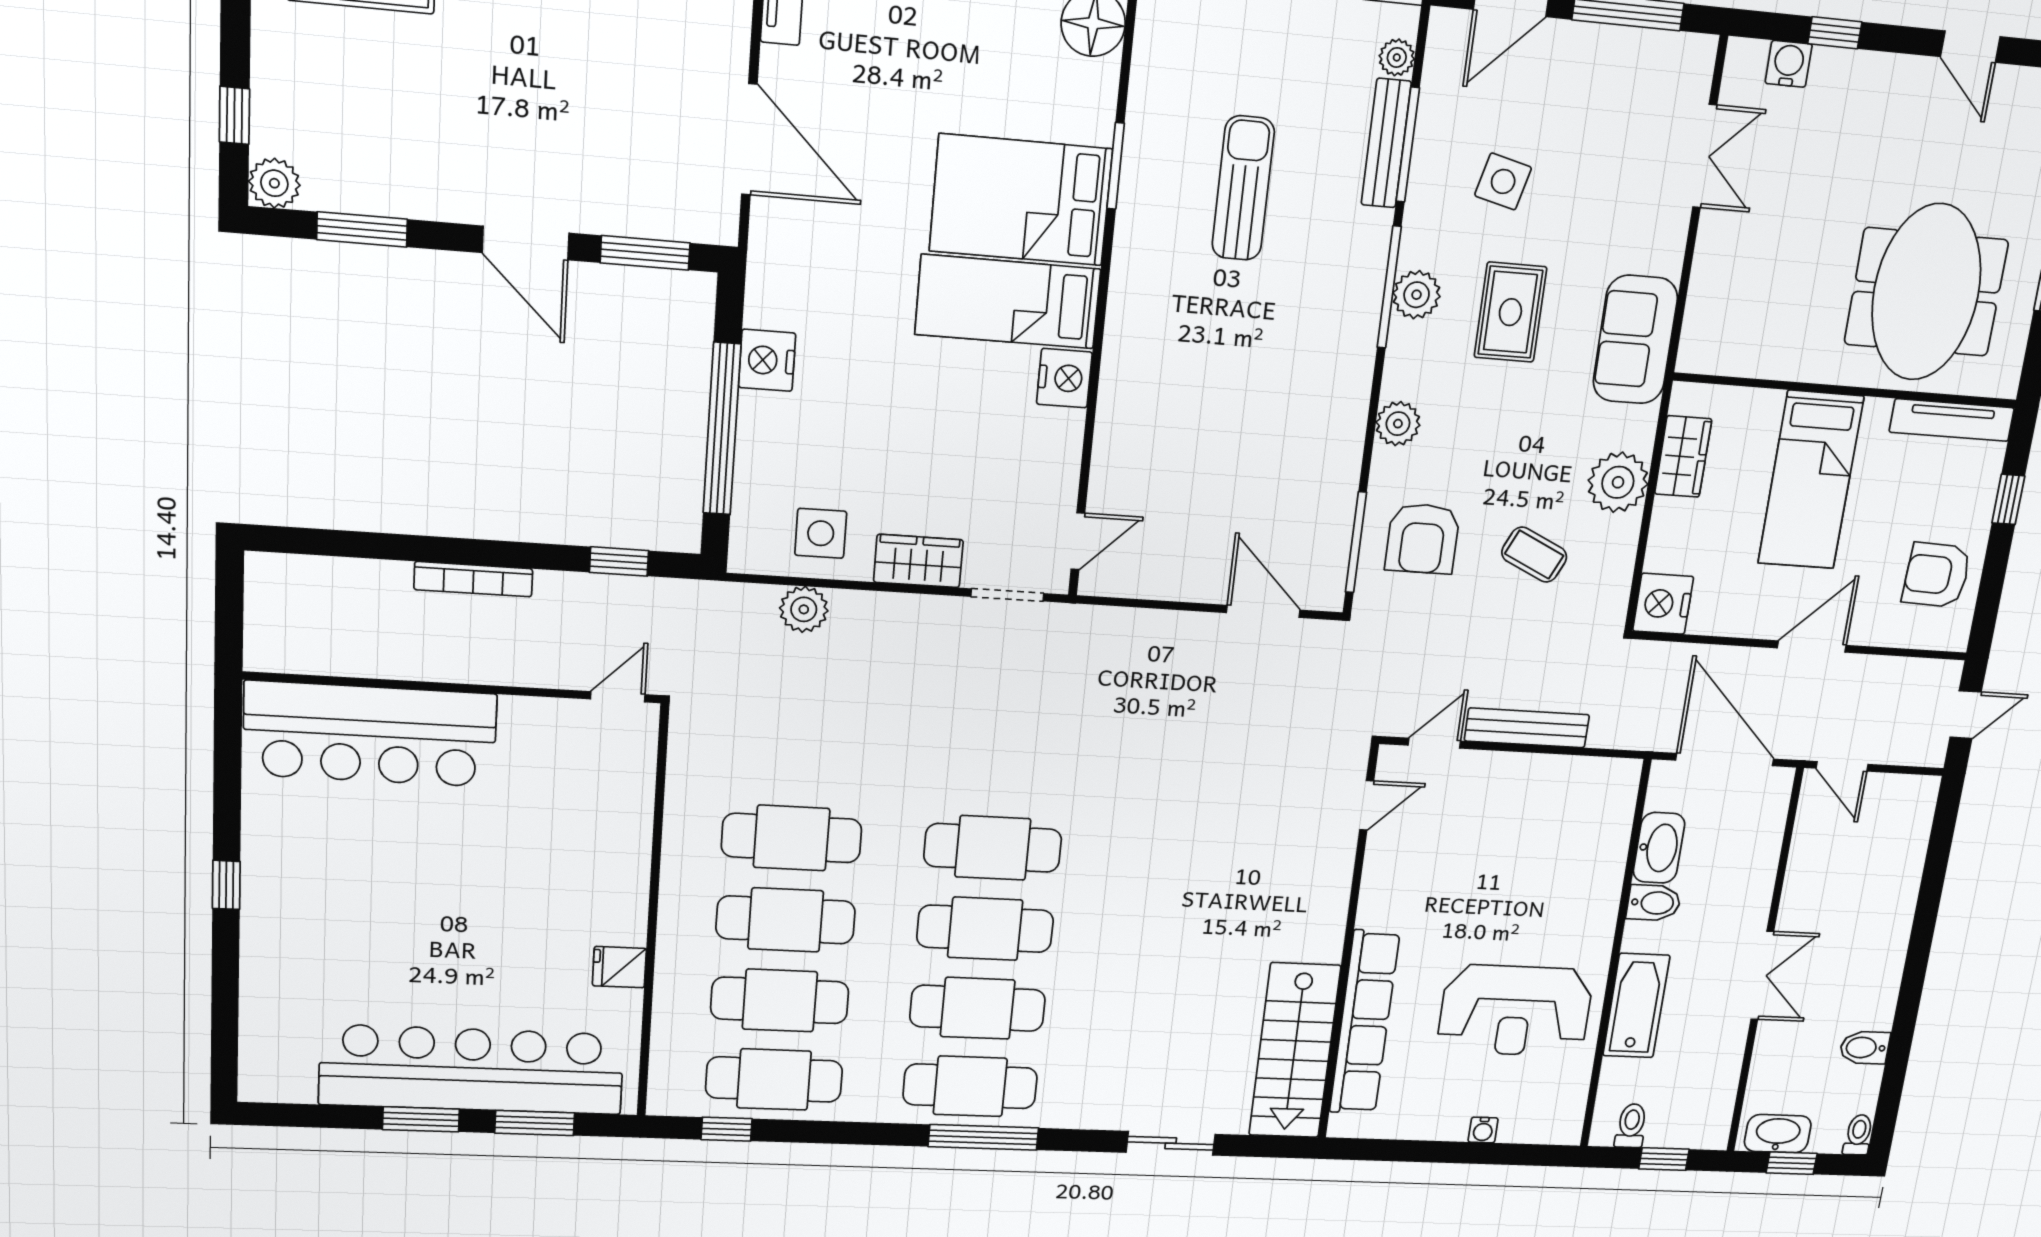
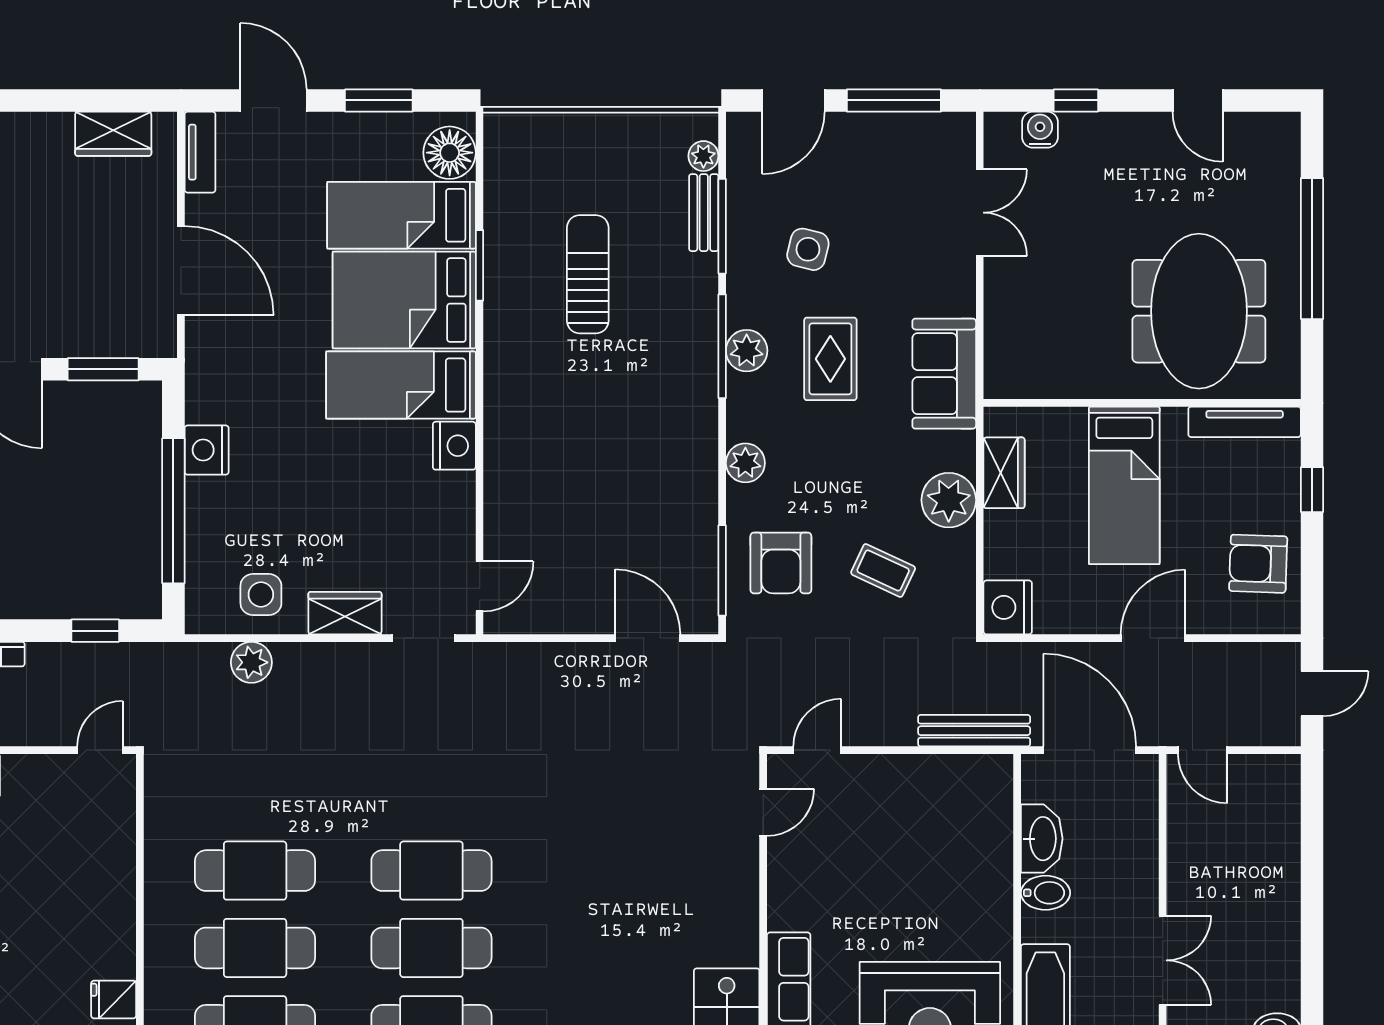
bed: (1027, 96) -> (401, 215), added
bench: (1386, 143) -> (704, 213), width x0.73
bench: (1527, 728) -> (974, 731), moved

